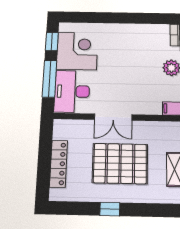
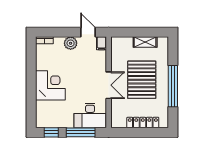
corner desk: (77, 51) -> (50, 85), moved, turned 90
window: (110, 209) -> (173, 86), width x3.17

